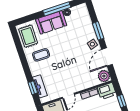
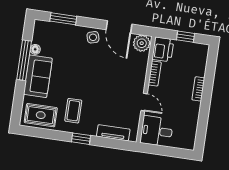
window: (98, 31) -> (63, 19), moved
window: (33, 88) -> (81, 139), moved

